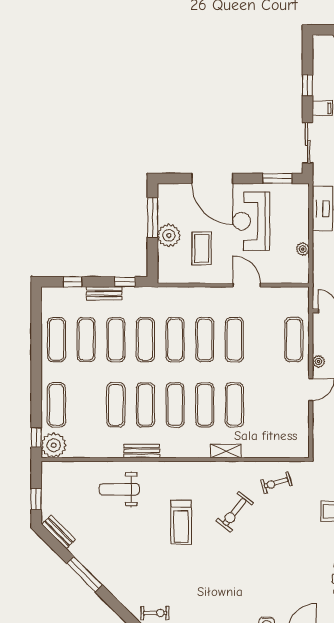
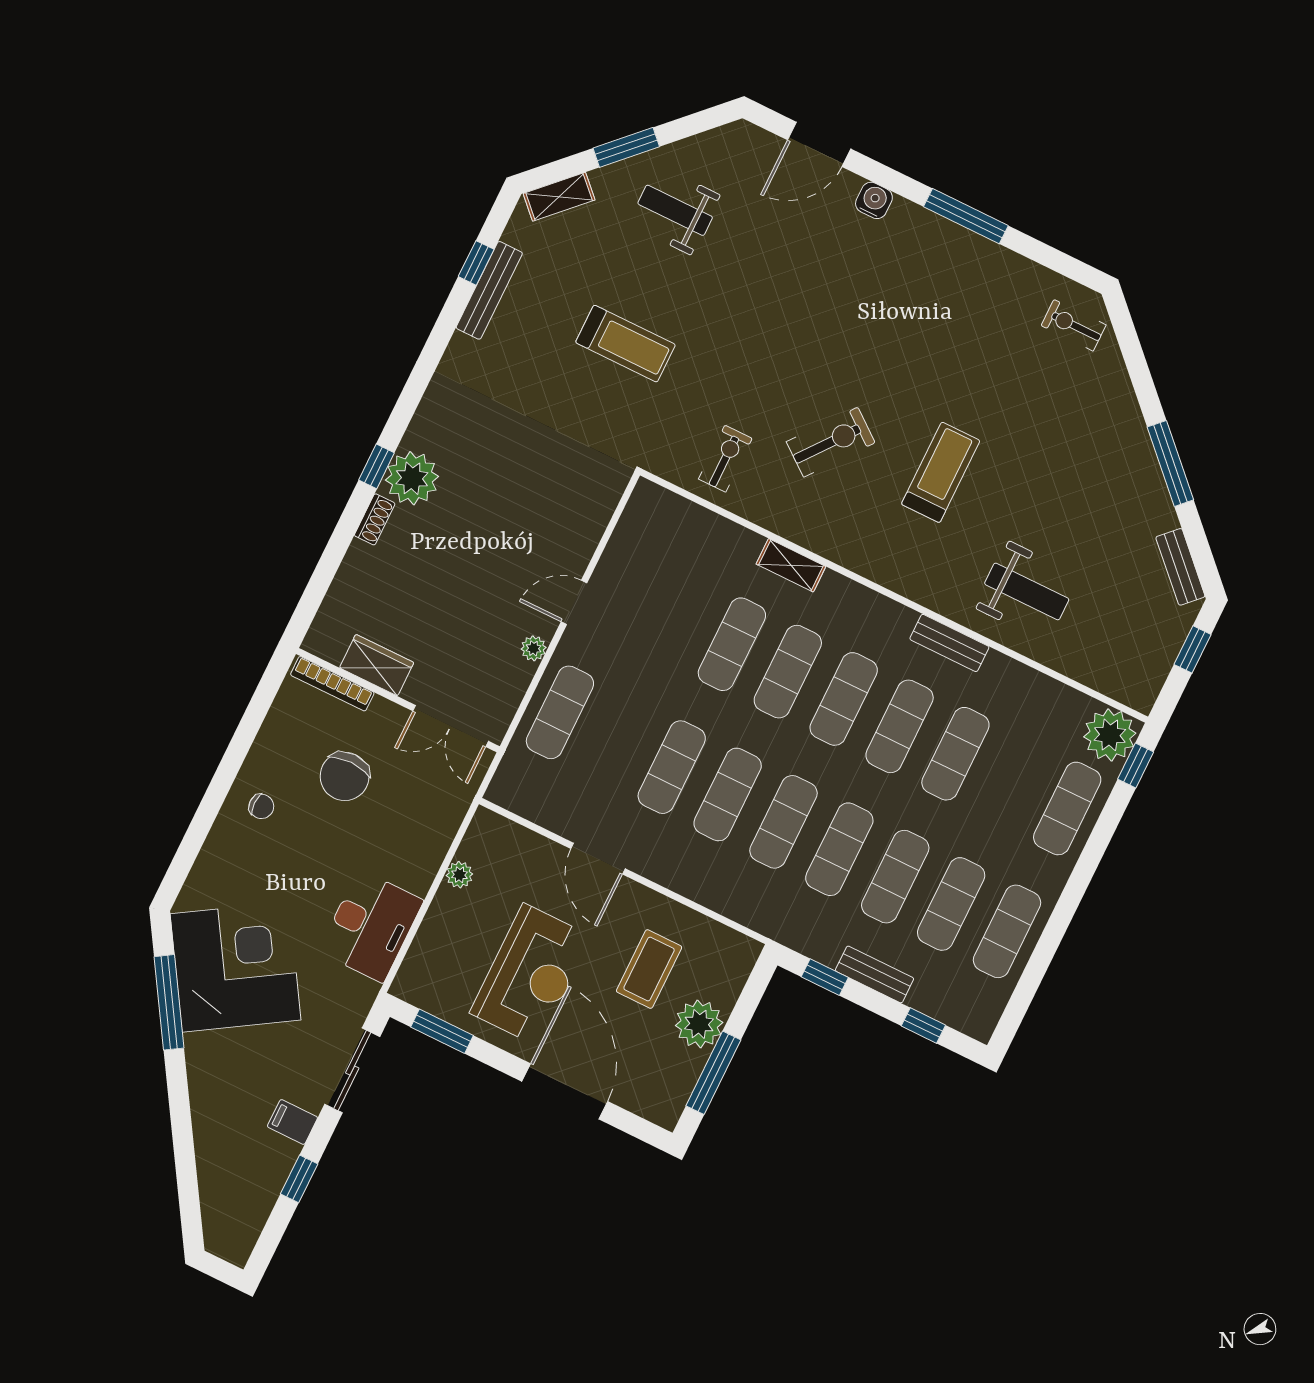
exercise bike: (276, 483) -> (725, 459), turned -73

